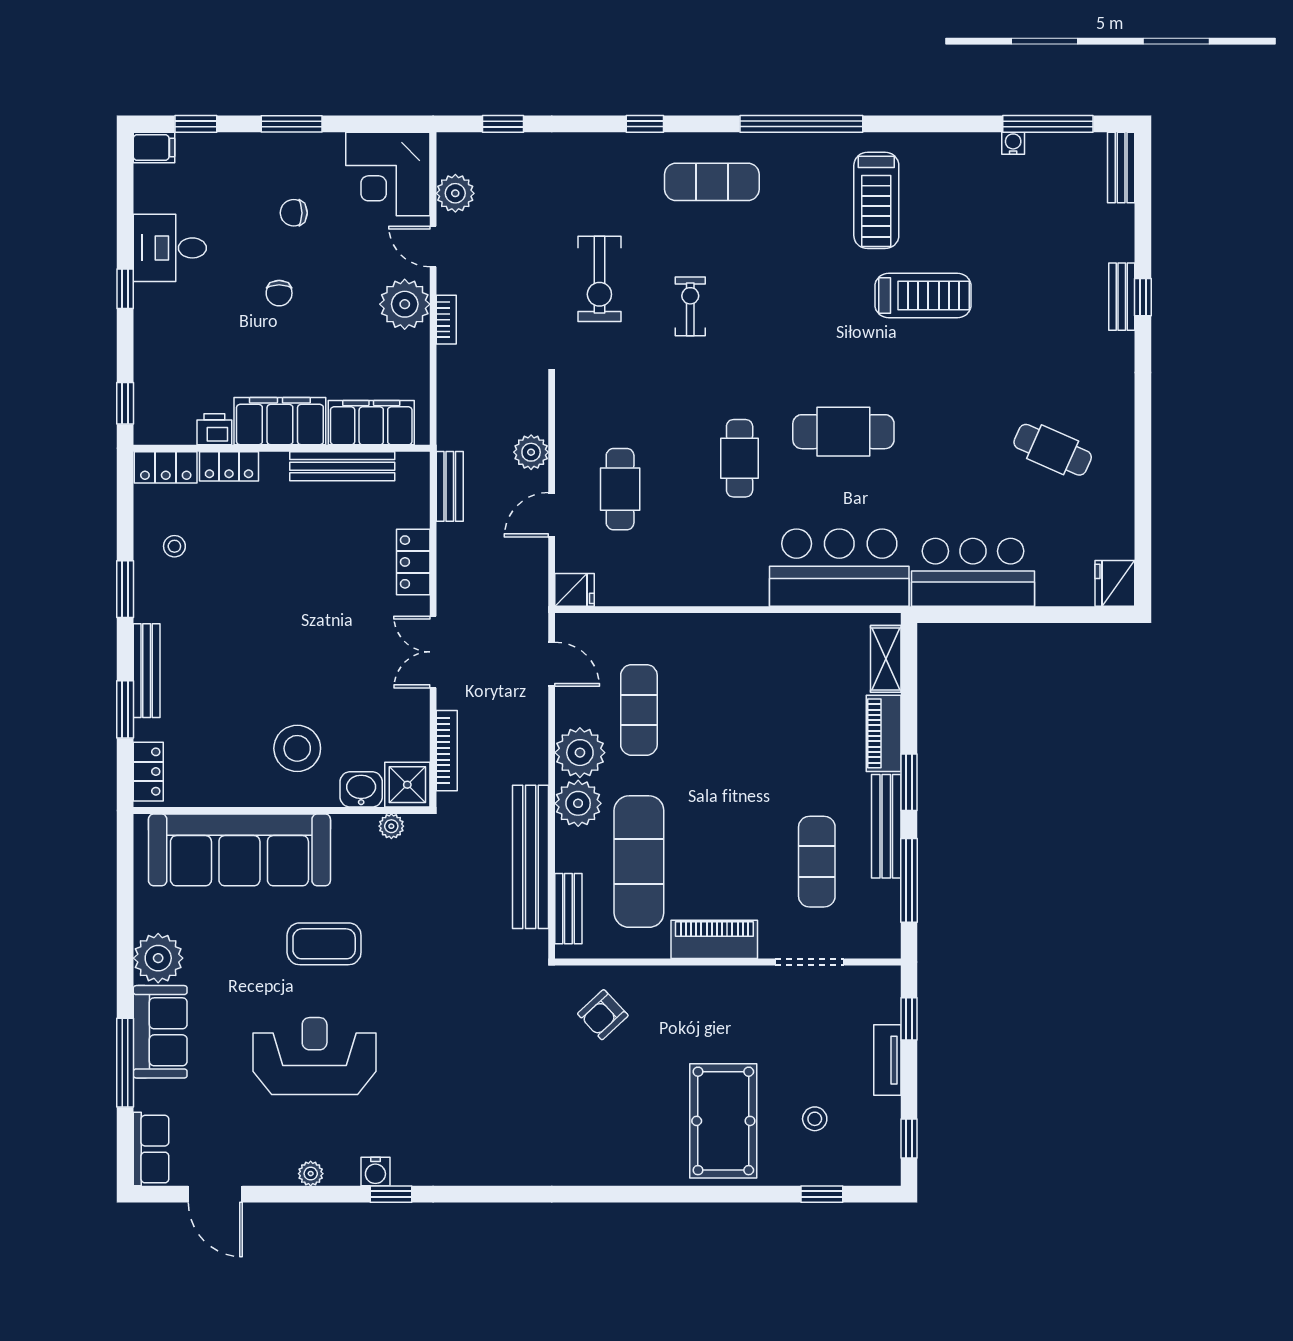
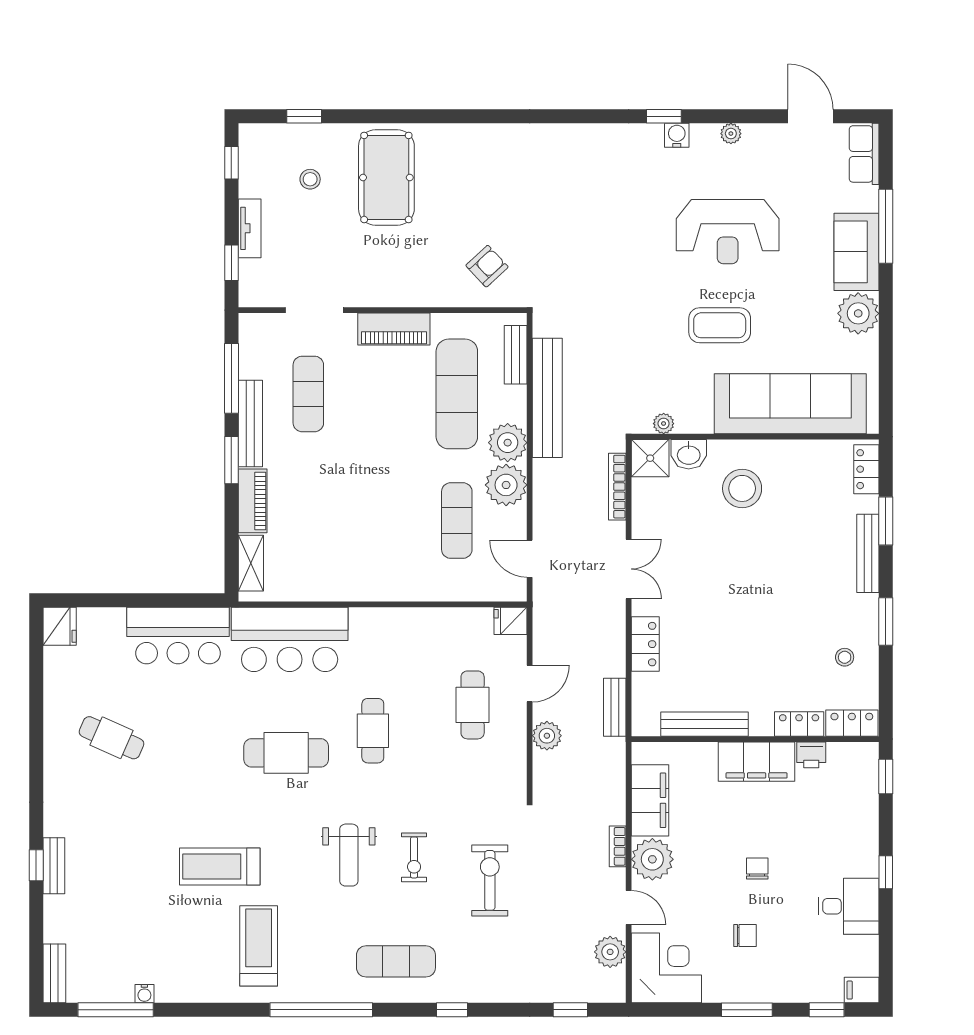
weight bench: (768, 309) -> (349, 855), added
filing cabinet: (371, 423) -> (650, 800), moved, turned -90

